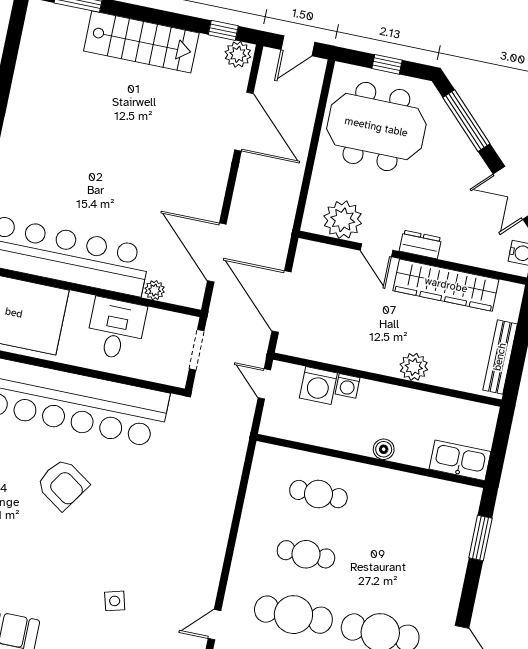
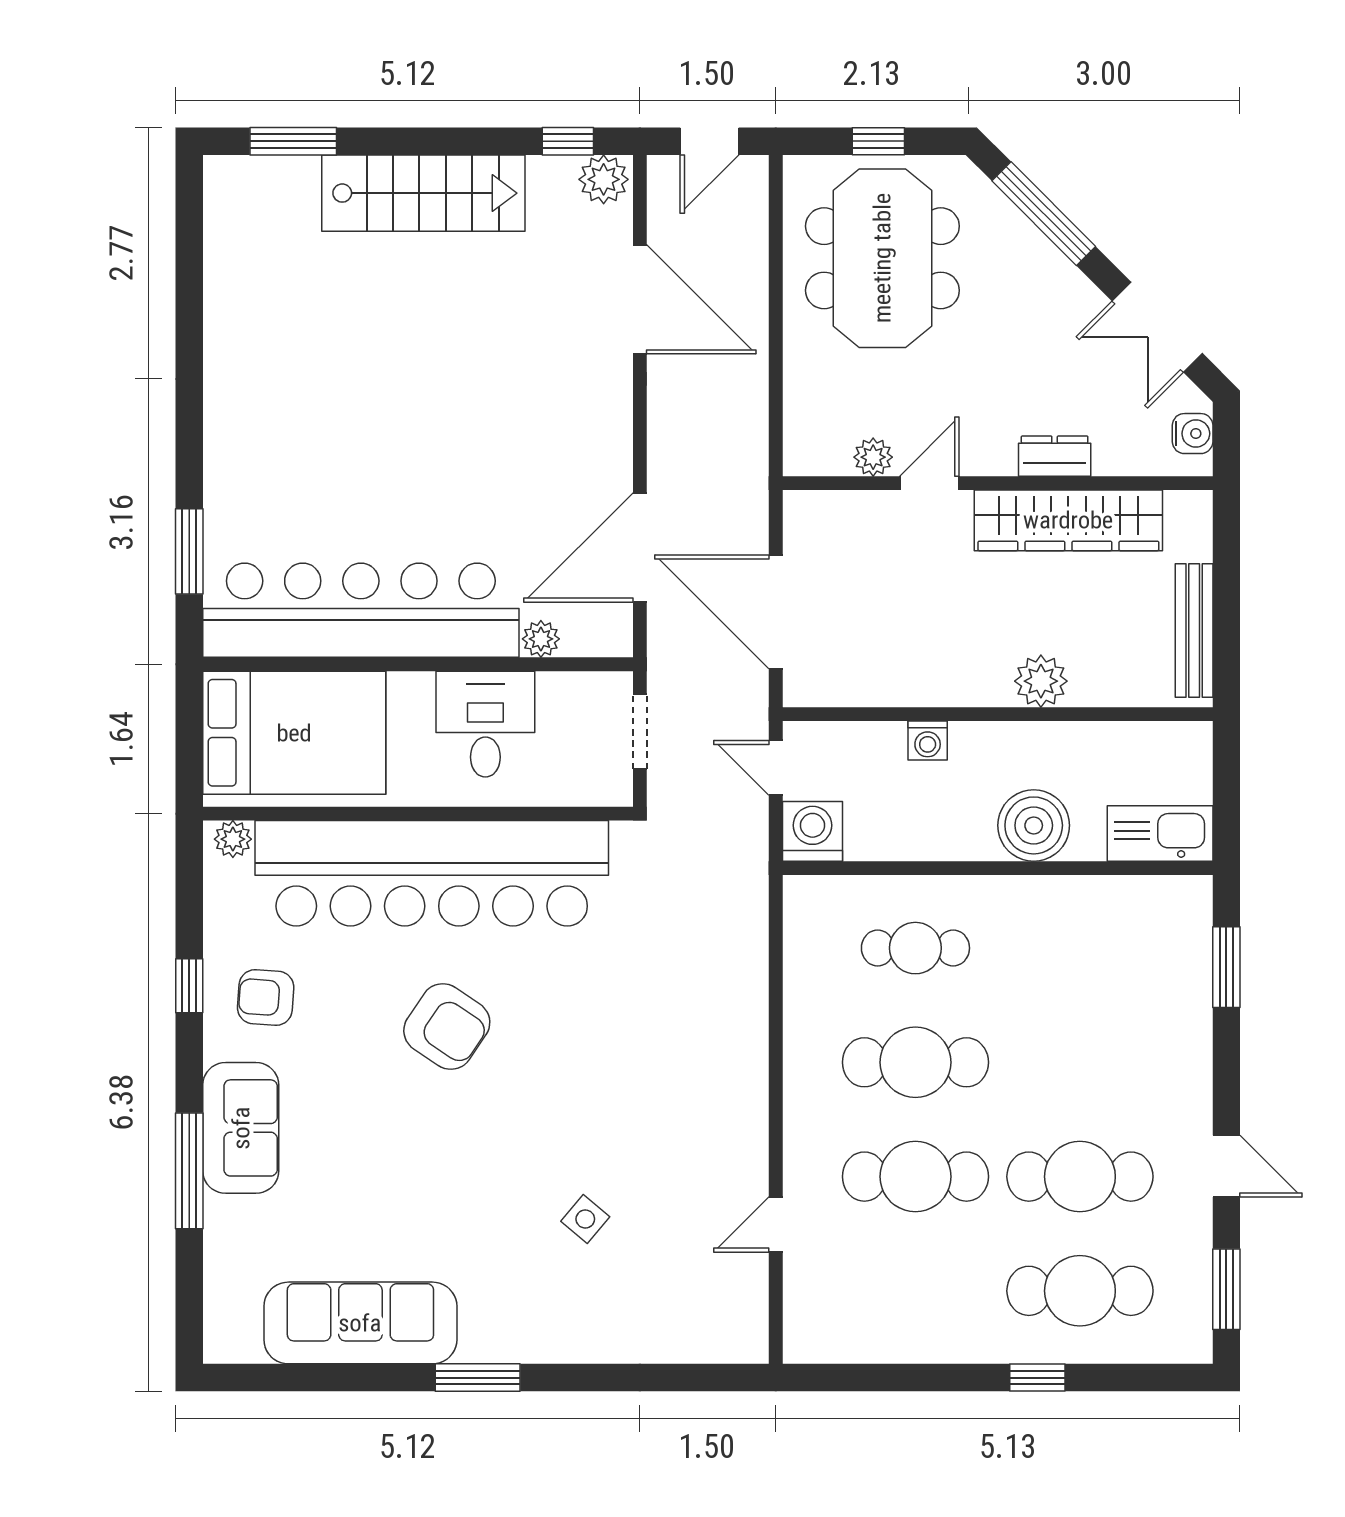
meeting table: (376, 127) -> (882, 258), turned 90
plant: (343, 220) -> (873, 457), width x0.53, depth x0.53
dresser: (420, 244) -> (1055, 456), moved
door: (377, 250) -> (929, 483), swing flipped
door: (217, 253) -> (640, 548), hinge flipped
washing machine: (318, 386) -> (812, 831), moved, turned 180
boiler: (384, 449) -> (1034, 825), width x1.86, depth x1.86
cafe table: (306, 554) -> (915, 1062), width x1.37, depth x1.35
side table: (115, 601) -> (585, 1219), turned -35

